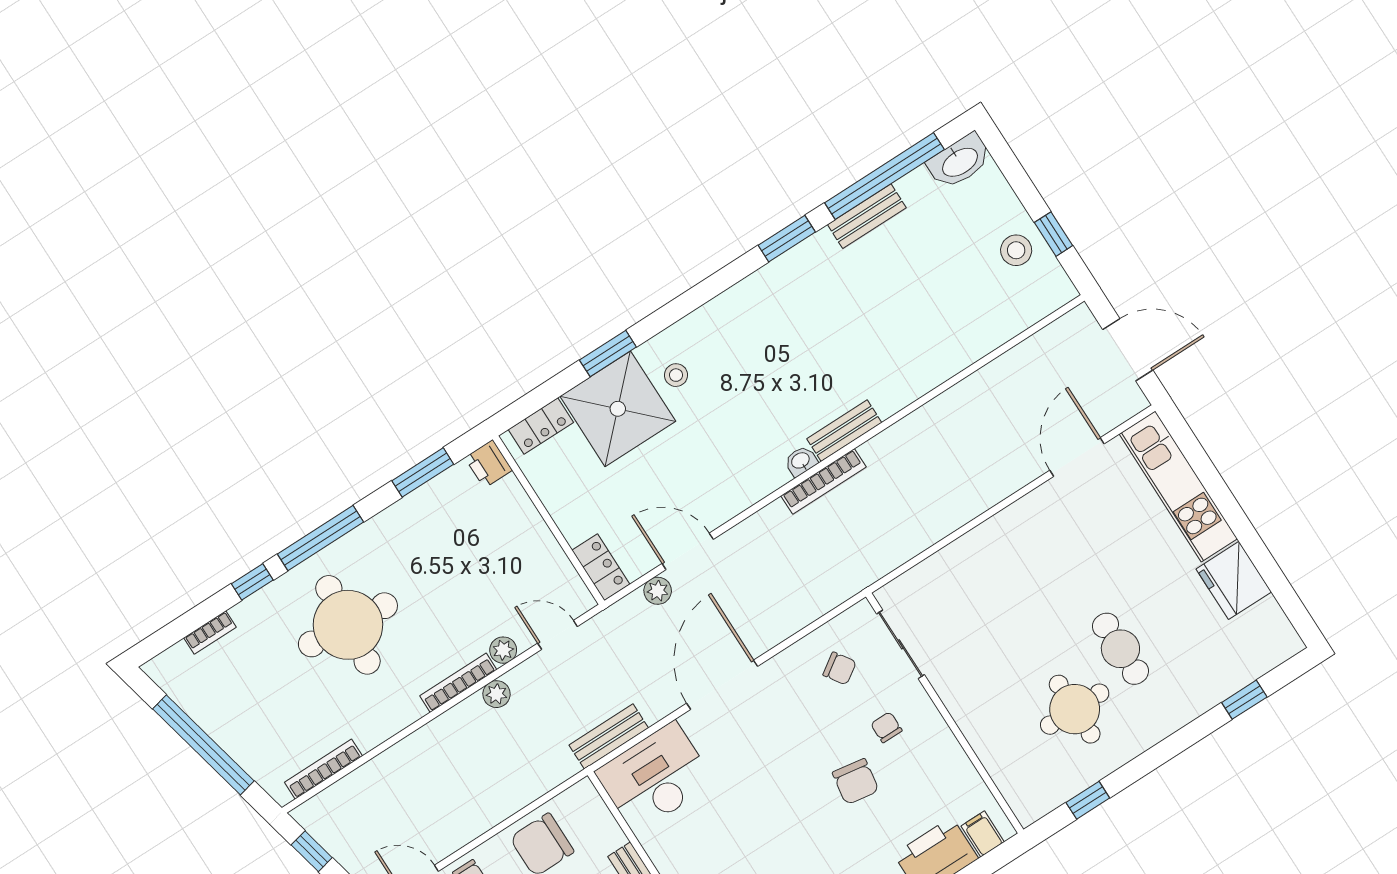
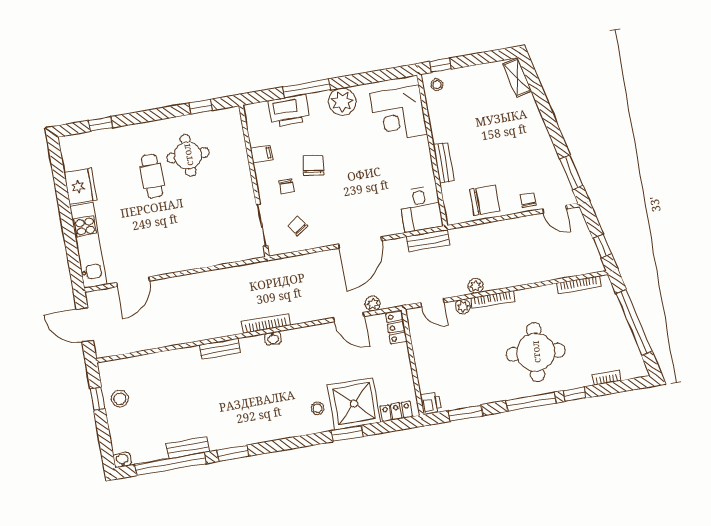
washbasin: (959, 161) -> (122, 460), width x0.52, depth x0.69
bench: (844, 431) -> (220, 349), moved
desk: (655, 777) -> (421, 209), width x0.73
filing cabinet: (983, 834) -> (262, 154), moved, turned -90

